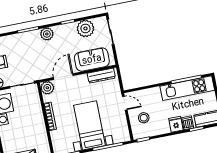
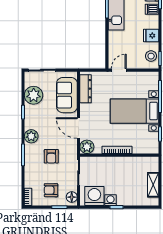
armchair: (32, 56) -> (51, 156), added
stool: (144, 118) -> (151, 56), moved
fridge: (176, 124) -> (151, 36), moved

